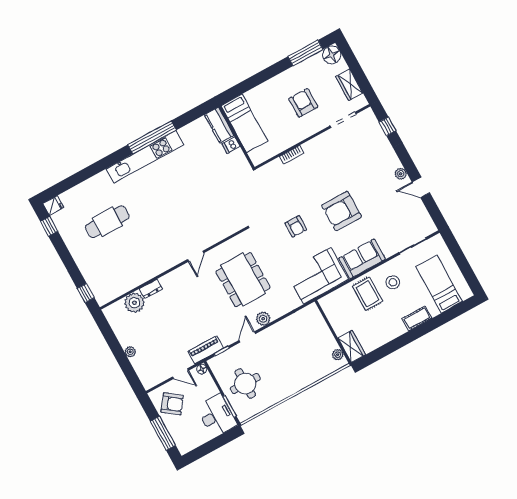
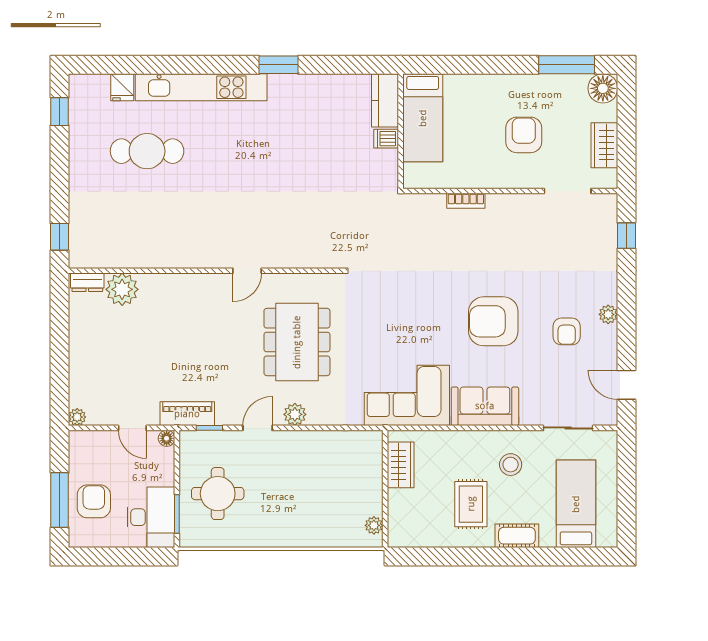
window: (152, 137) -> (279, 65), width x0.47
kitchen unit: (145, 157) -> (201, 87), moved
door: (421, 187) -> (626, 385), moved
fridge: (53, 206) -> (122, 87), moved, turned 90
armchair: (296, 226) -> (567, 331), moved
dresser: (151, 289) -> (87, 282), moved
rug: (368, 294) -> (471, 504), moved
wardrobe: (352, 346) -> (401, 465), moved
plant: (130, 352) -> (77, 417), moved
armchair: (172, 404) -> (94, 501), moved, turned -127

